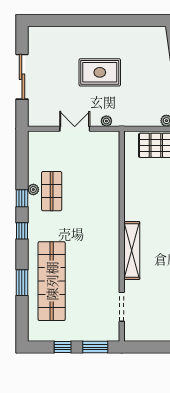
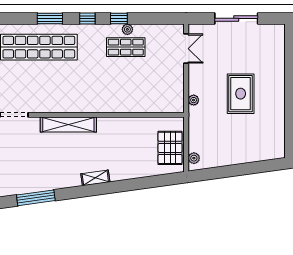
double door: (75, 129) -> (186, 49), moved
window: (22, 283) -> (50, 18), moved

